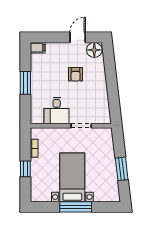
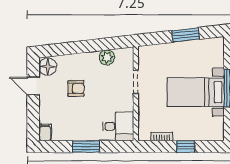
plant: (102, 101) -> (107, 57), added
desk: (57, 111) -> (118, 126), moved

